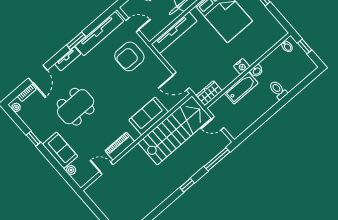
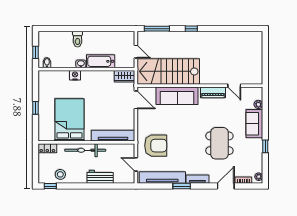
nightstand: (242, 66) -> (75, 75), moved
dining table: (76, 107) -> (219, 143), turned 90
sofa: (149, 116) -> (177, 96), width x1.36

